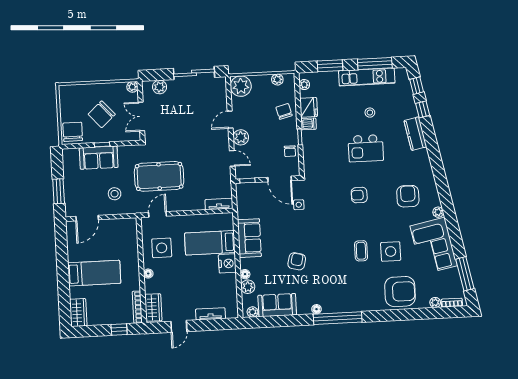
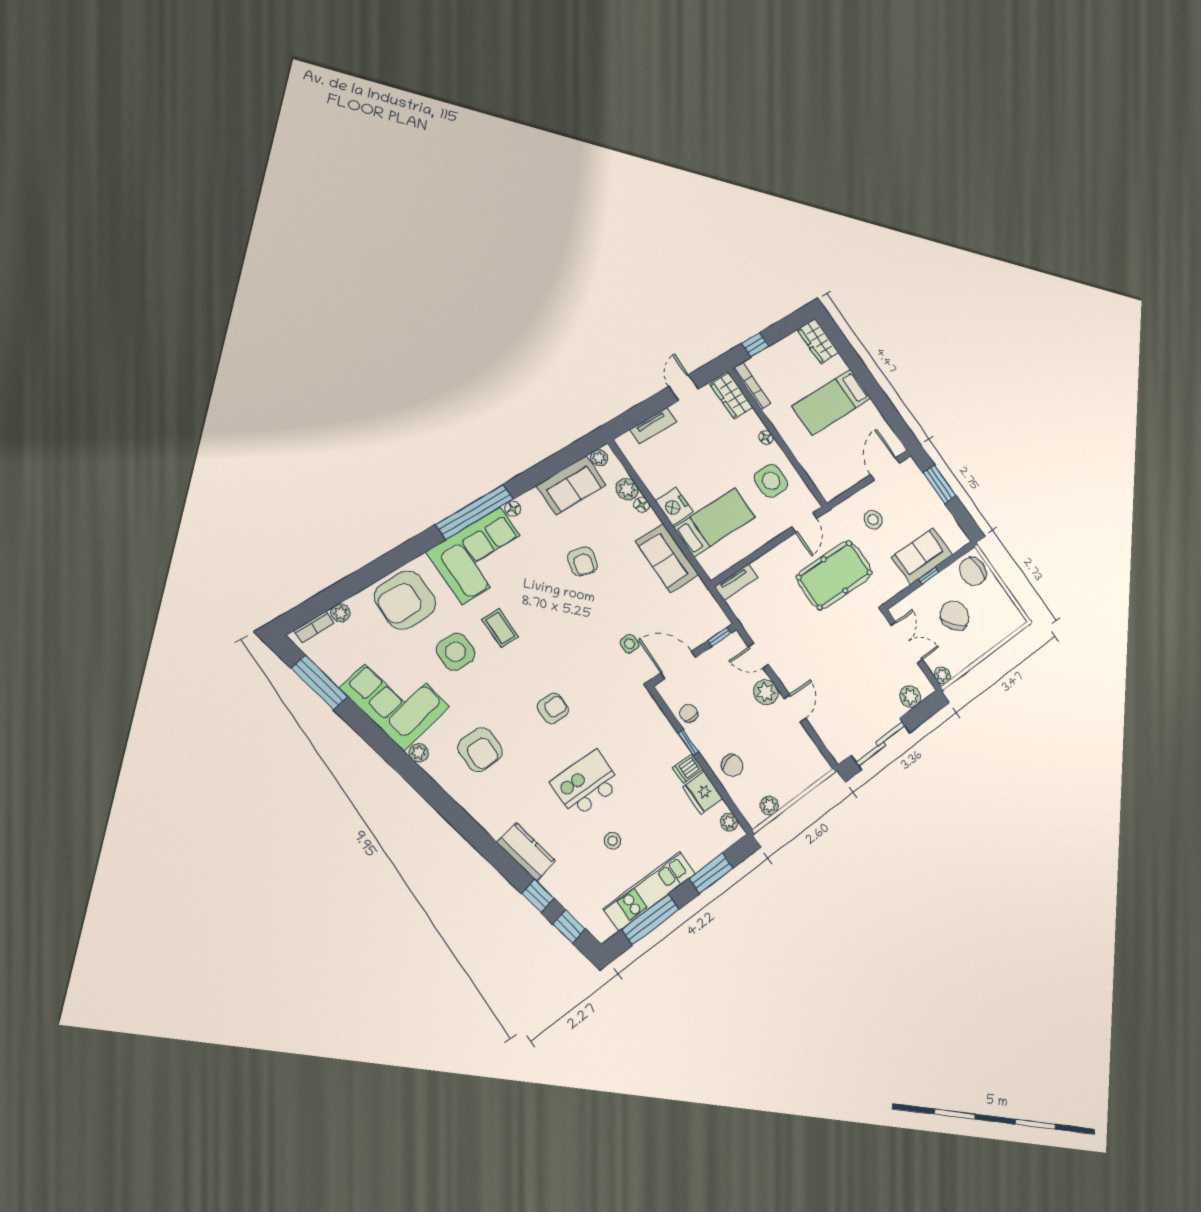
plant: (241, 86) -> (811, 764), removed
chair: (73, 132) -> (973, 571), turned 90
corner sofa: (348, 293) -> (481, 555), added

